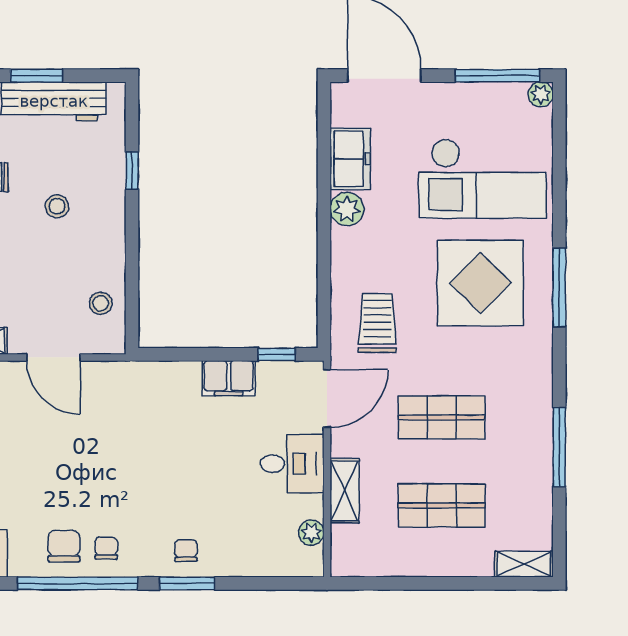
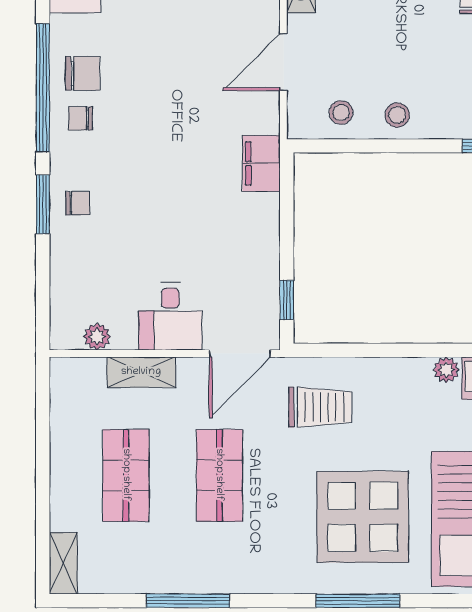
stool: (57, 206) -> (397, 115), moved
plant: (347, 209) -> (446, 370), width x0.73, depth x0.73
filing cabinet: (229, 378) -> (261, 164), moved
door: (327, 398) -> (240, 353), hinge flipped
chair: (106, 548) -> (80, 118), turned 180

